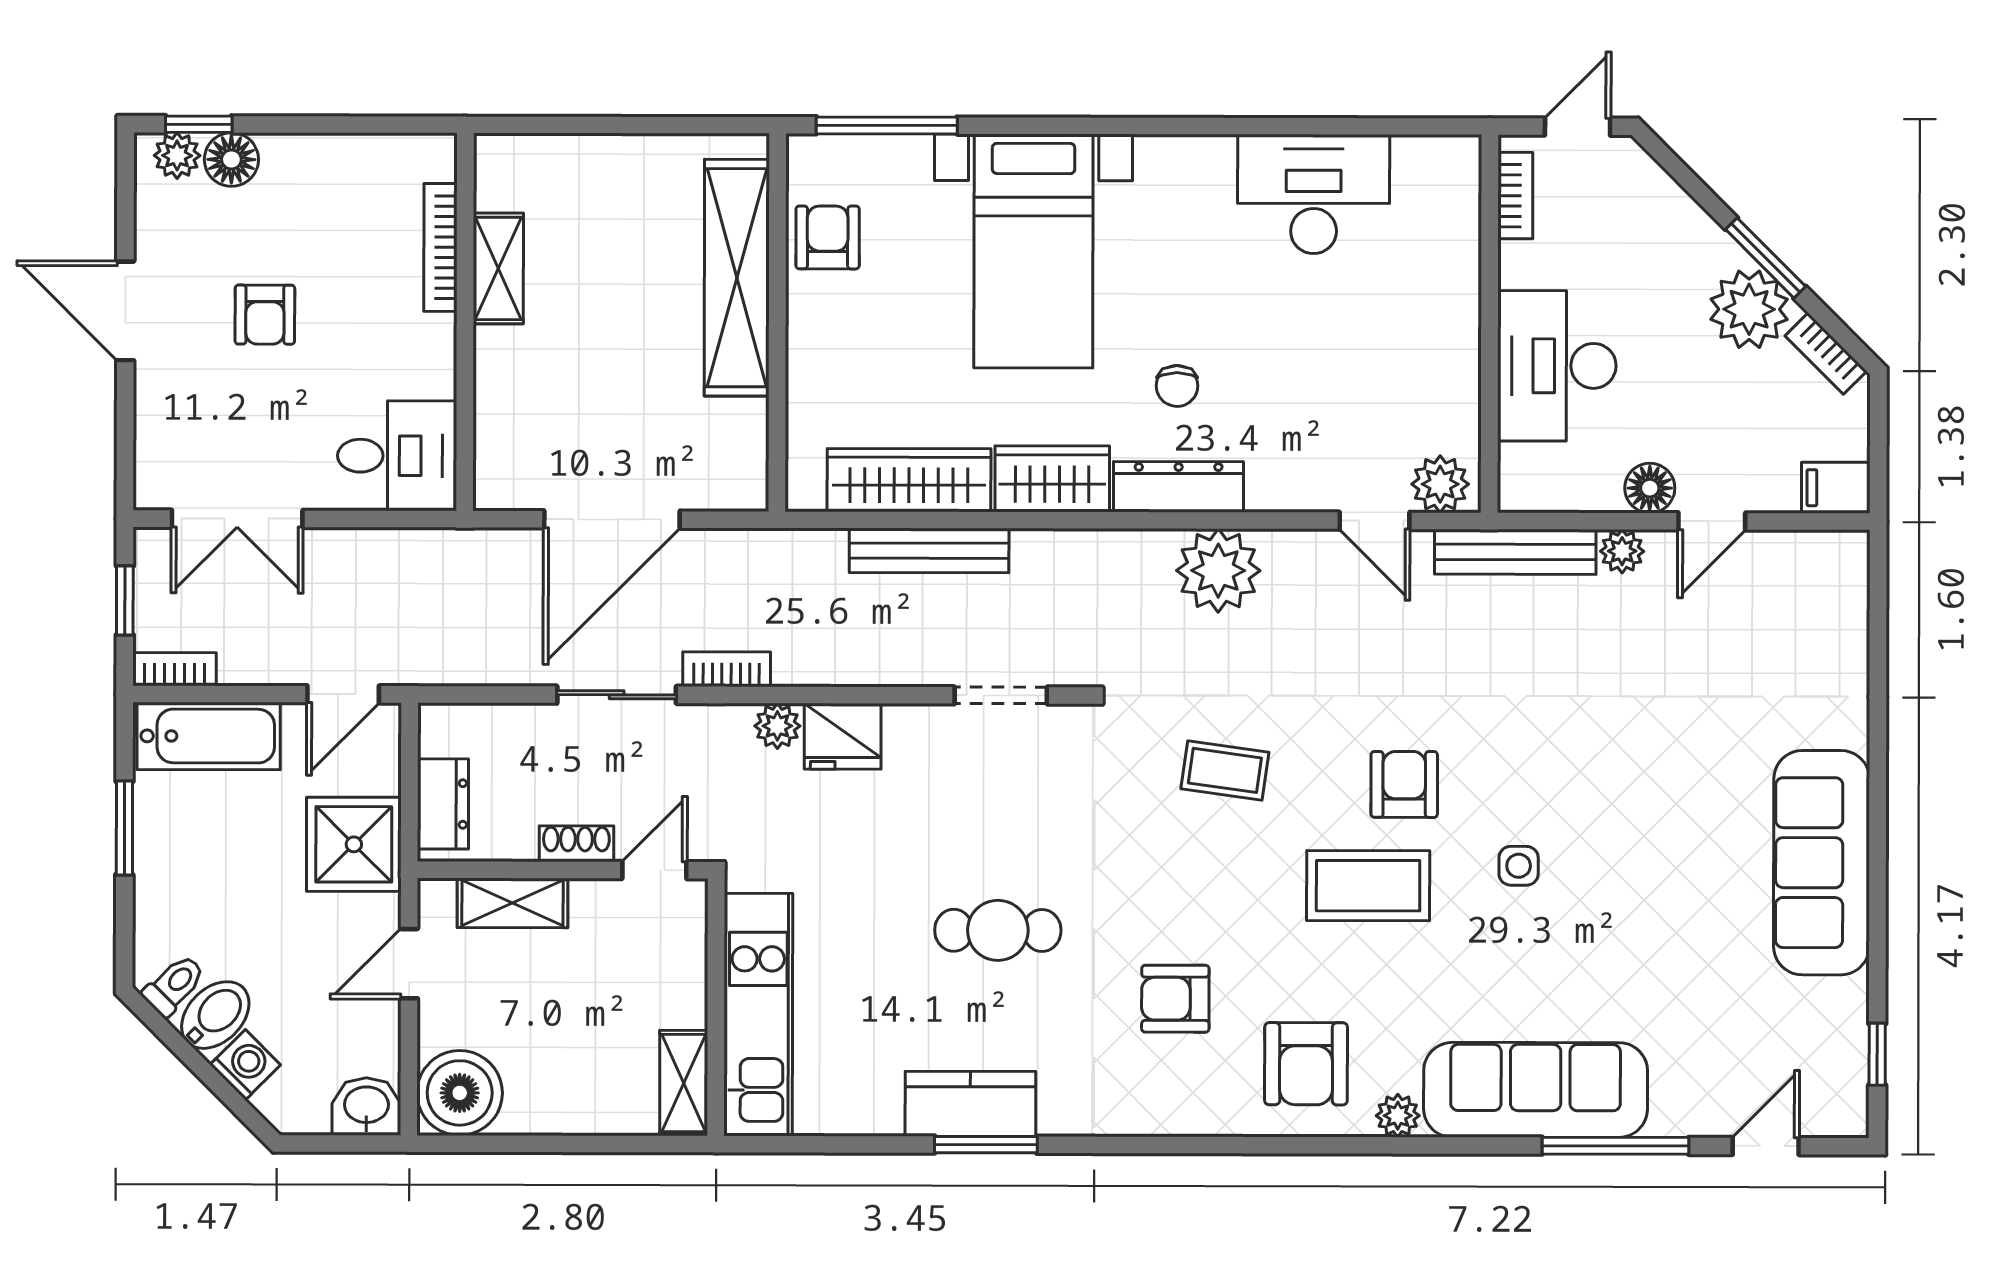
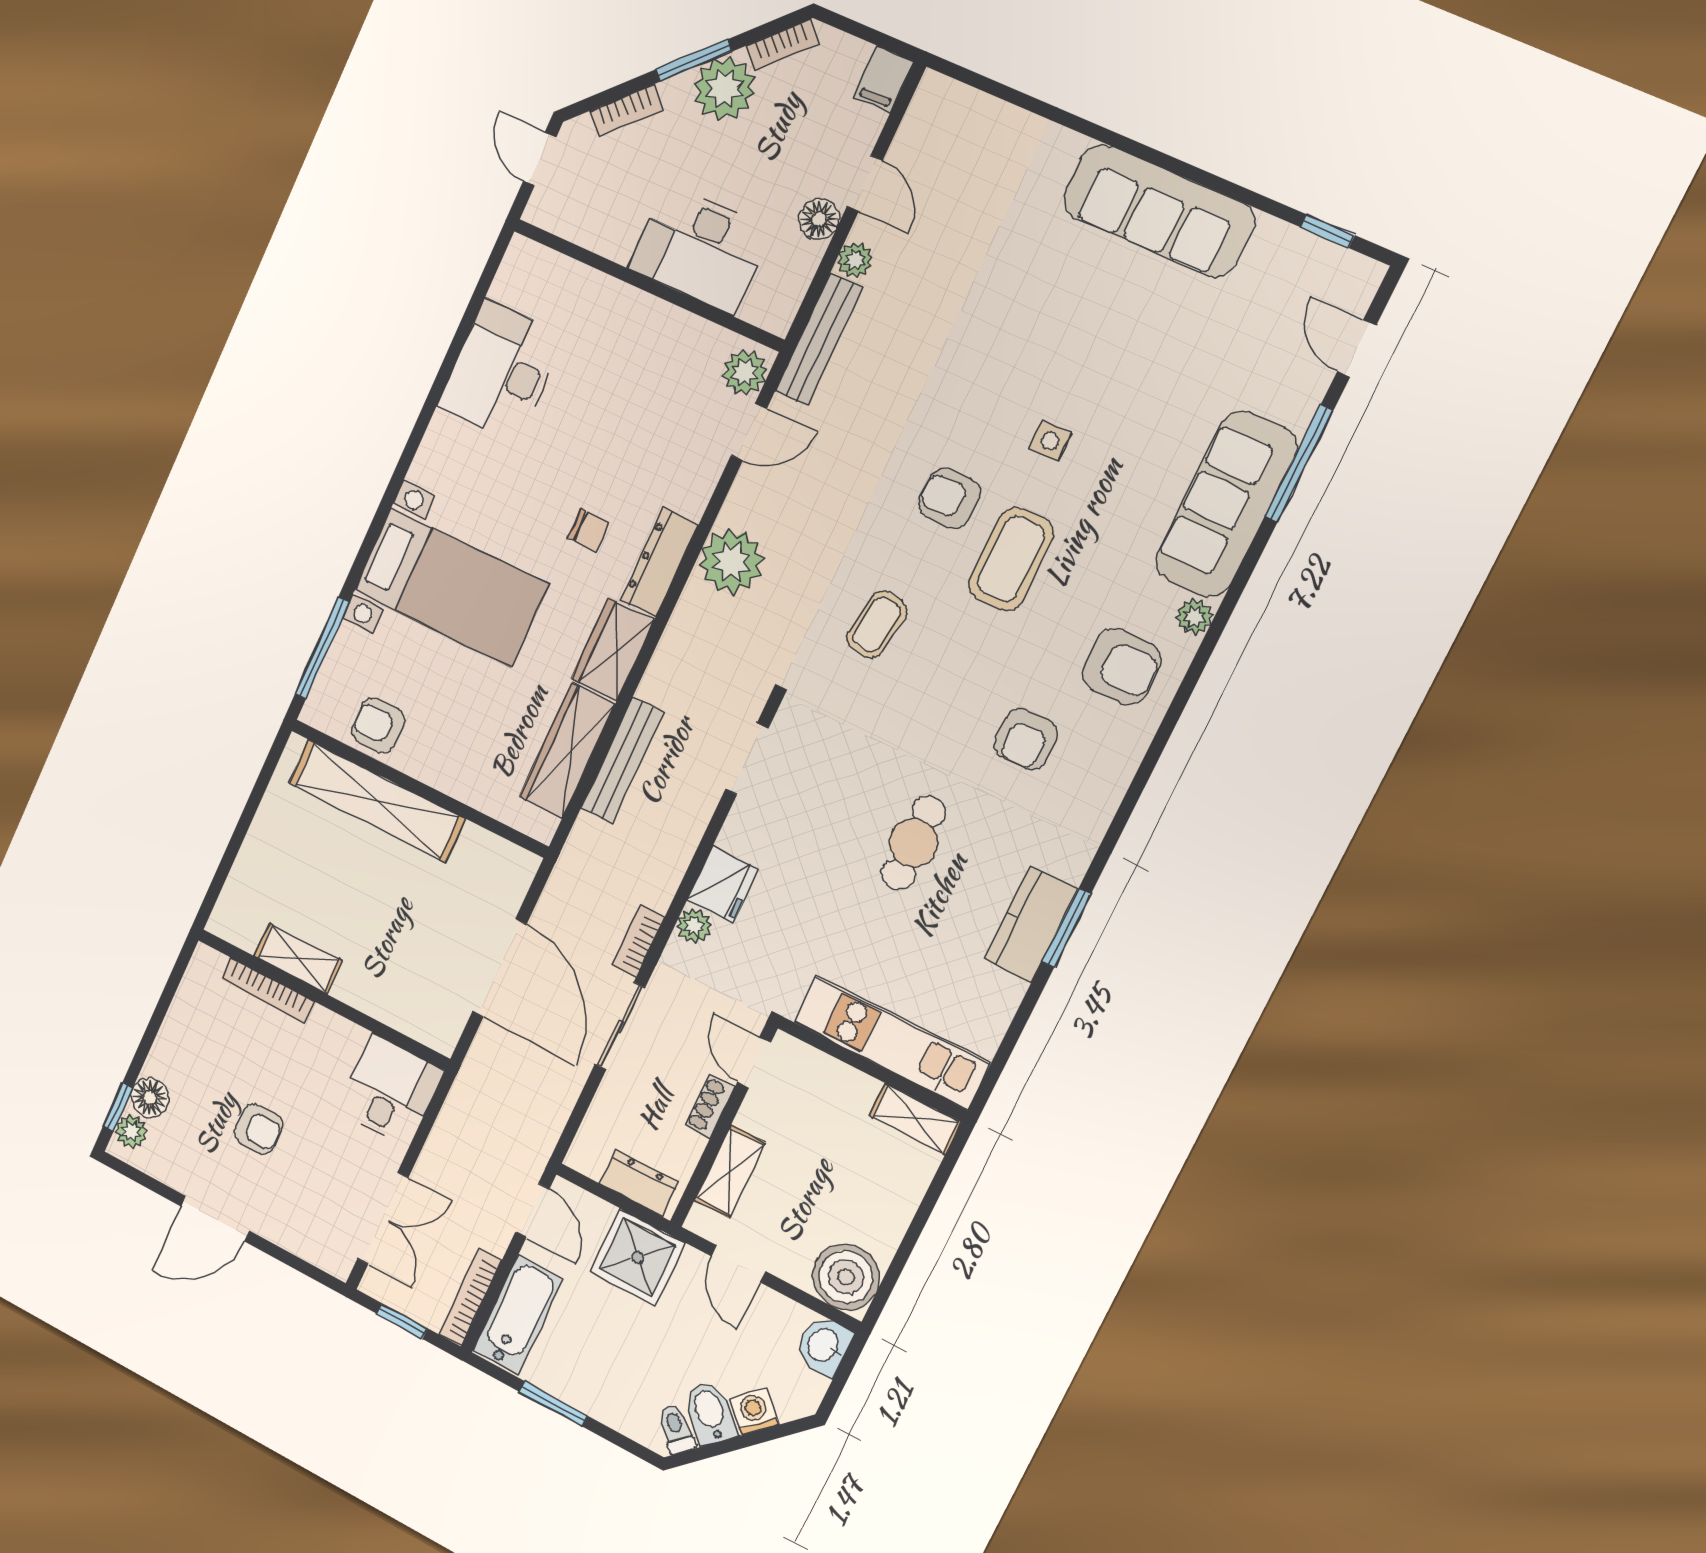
bookcase: (1515, 196) -> (626, 110), moved, turned 135
bookcase: (175, 669) -> (470, 1298), width x1.56

